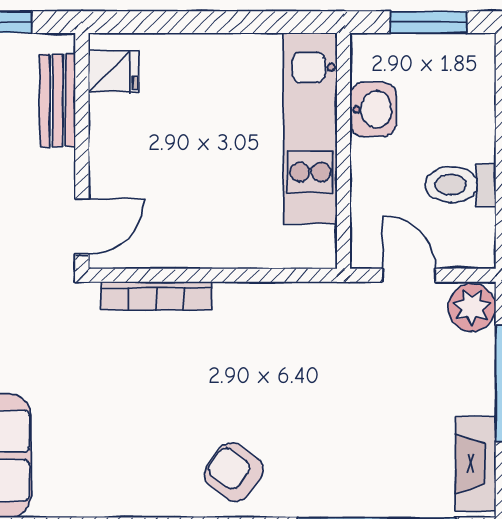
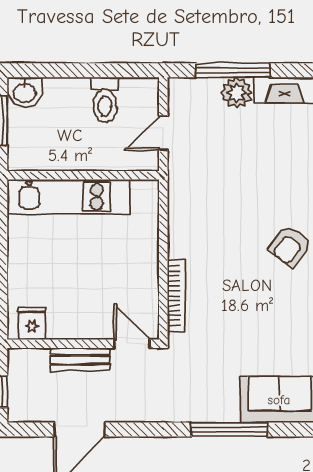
bench: (58, 100) -> (80, 359), moved
washbasin: (373, 109) -> (25, 92), moved, turned 180
plant: (472, 307) -> (237, 93), moved

